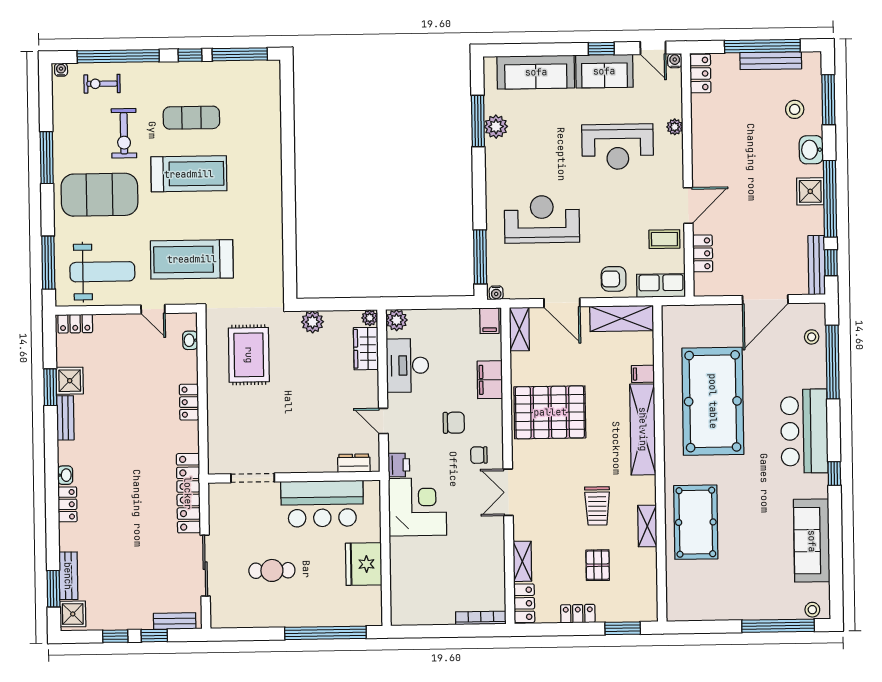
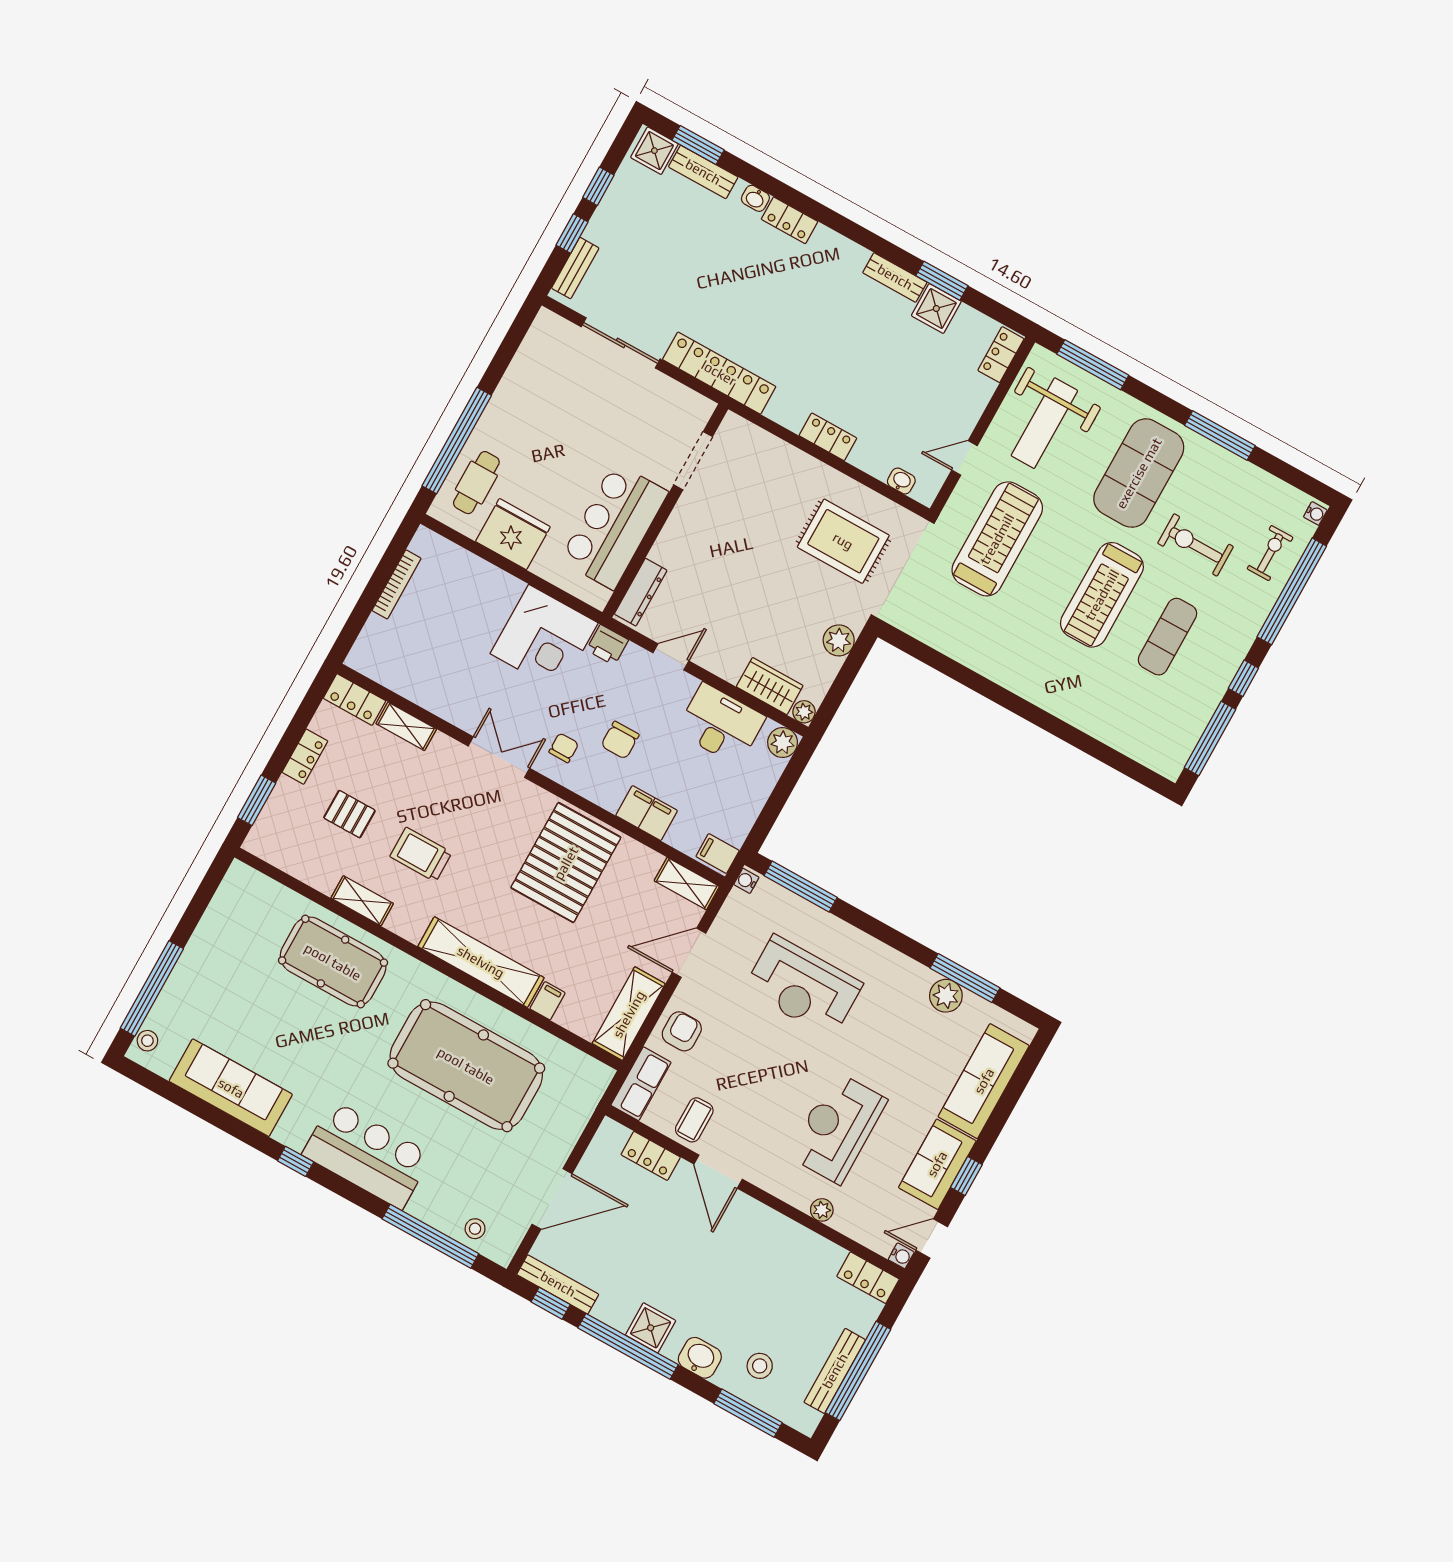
reception desk: (542, 219) -> (803, 987), turned 90
door: (765, 300) -> (552, 1199), swing flipped
dresser: (354, 463) -> (641, 592), width x1.44
washbasin: (65, 475) -> (755, 198), moved
cafe table: (272, 570) -> (476, 483), moved
bookcase: (481, 618) -> (397, 584), moved

